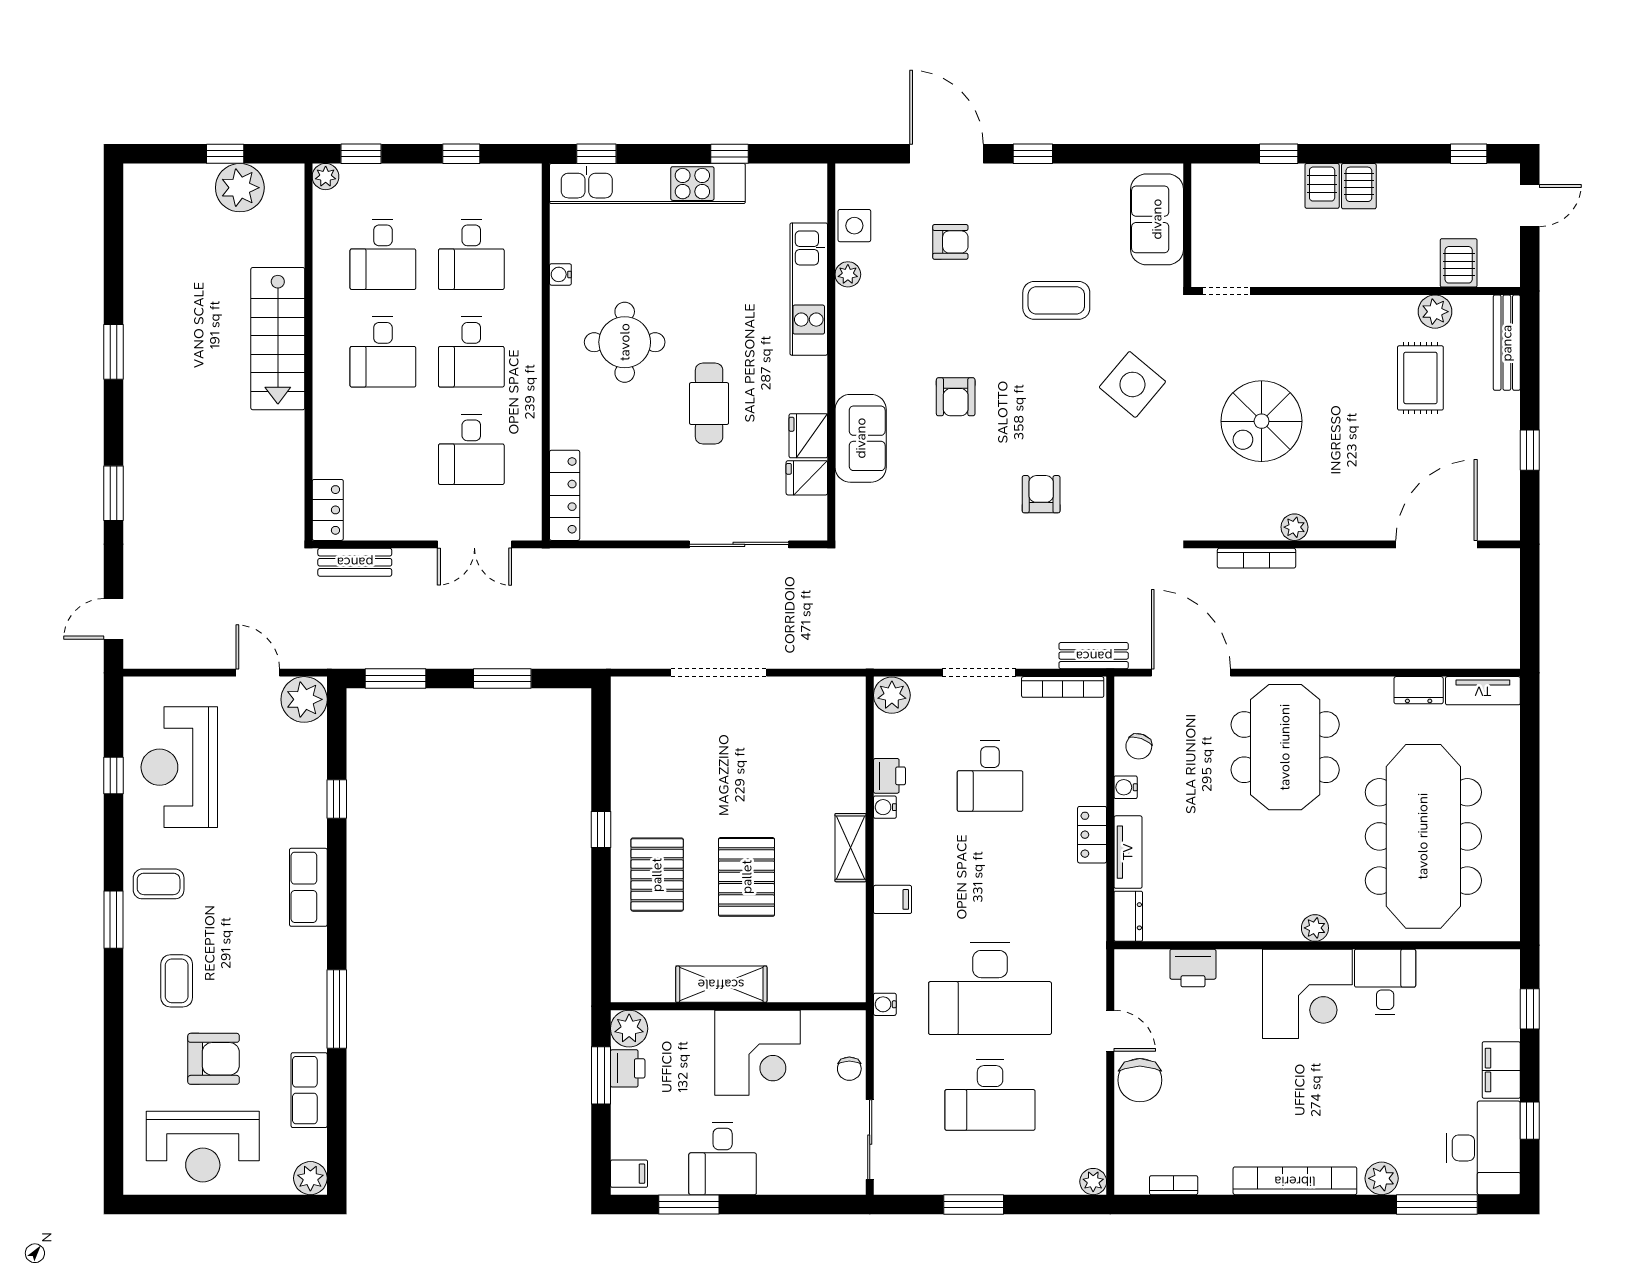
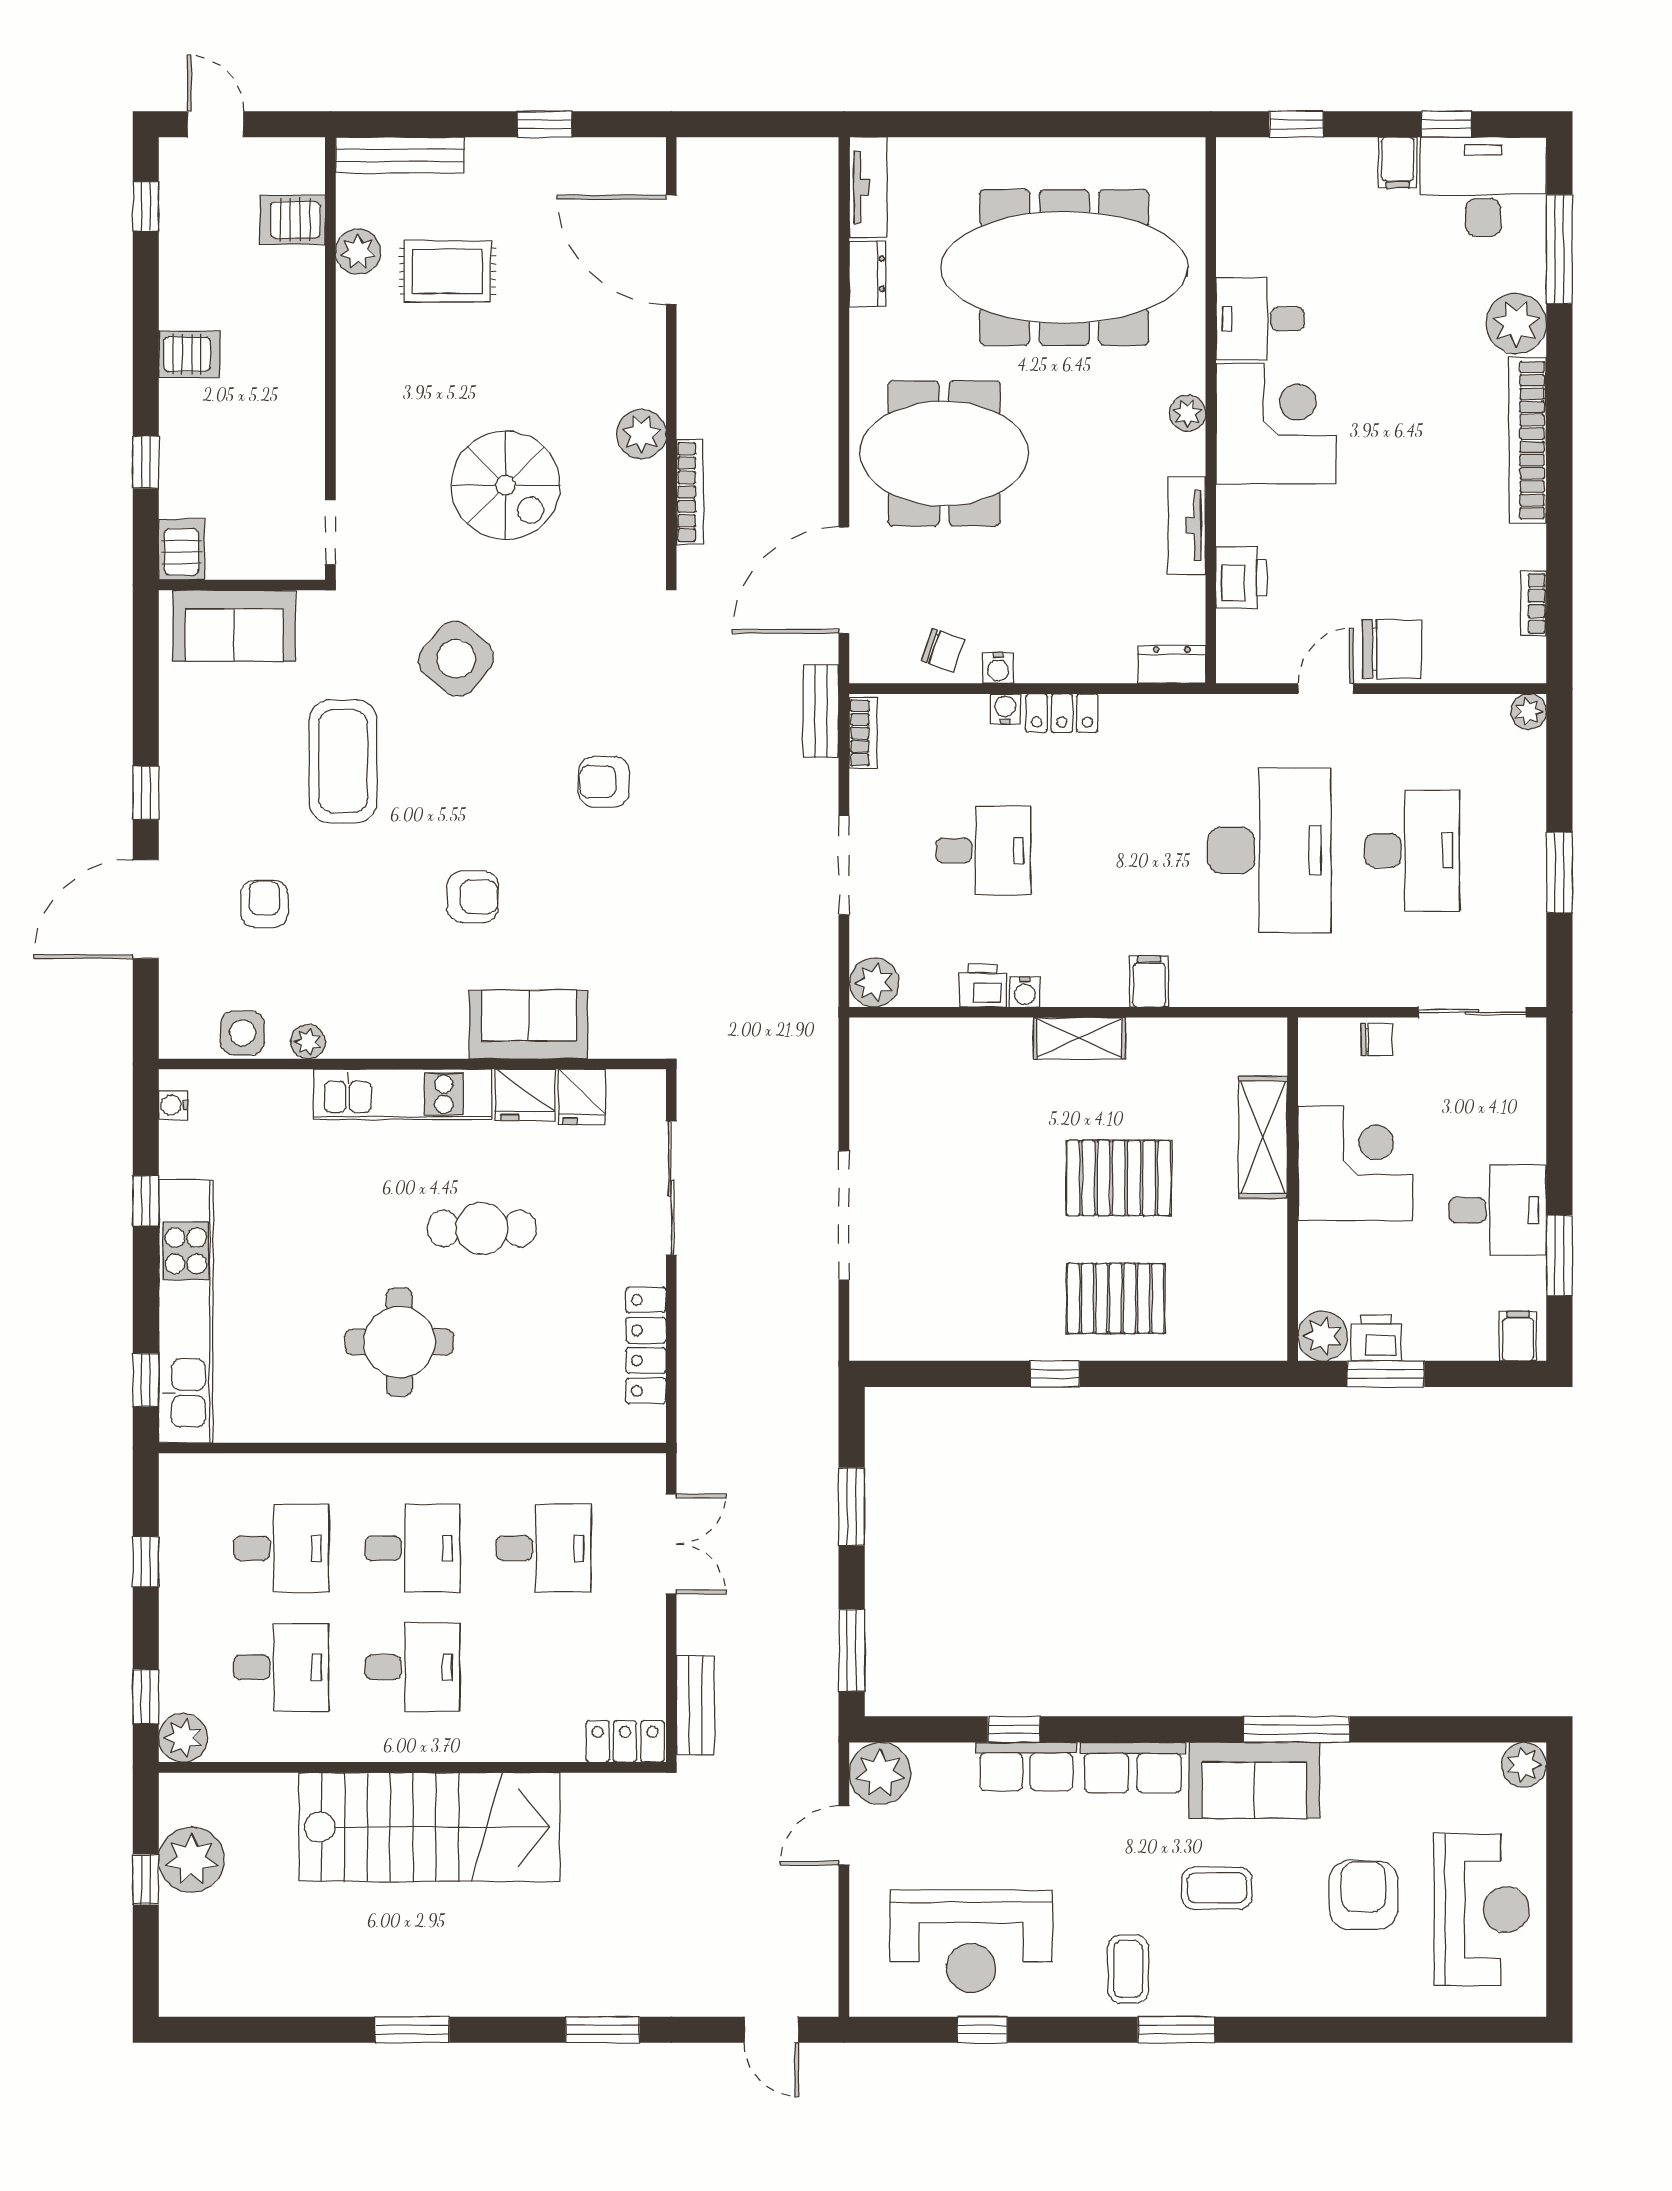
plant: (326, 177) -> (183, 1738), width x1.38, depth x1.38
server rack: (1322, 186) -> (182, 550), moved, turned -90
water cooler: (560, 274) -> (173, 1105), moved, turned 90
kitchen unit: (809, 289) -> (403, 1094), moved
coffee table: (1056, 300) -> (343, 761), width x1.36, depth x1.32
stairs: (278, 339) -> (429, 1827), width x1.36, depth x1.51
locker: (565, 495) -> (646, 1345), moved, turned -90
plant: (1294, 527) -> (641, 434), width x1.38, depth x1.38
bookcase: (1063, 687) -> (863, 733), width x0.64
tv unit: (1128, 852) -> (1187, 525), moved, turned -90
sofa: (299, 978) -> (1254, 1780), added
coffee table: (177, 981) -> (1217, 1888), moved
shelving: (721, 984) -> (1263, 1137), moved
water cooler: (885, 1004) -> (1005, 709), moved, turned 180
filing cabinet: (1501, 1070) -> (1398, 163), width x0.50
row of seats: (309, 1090) -> (1026, 1766), moved
plant: (1382, 1178) -> (1516, 324), width x1.36, depth x1.36

